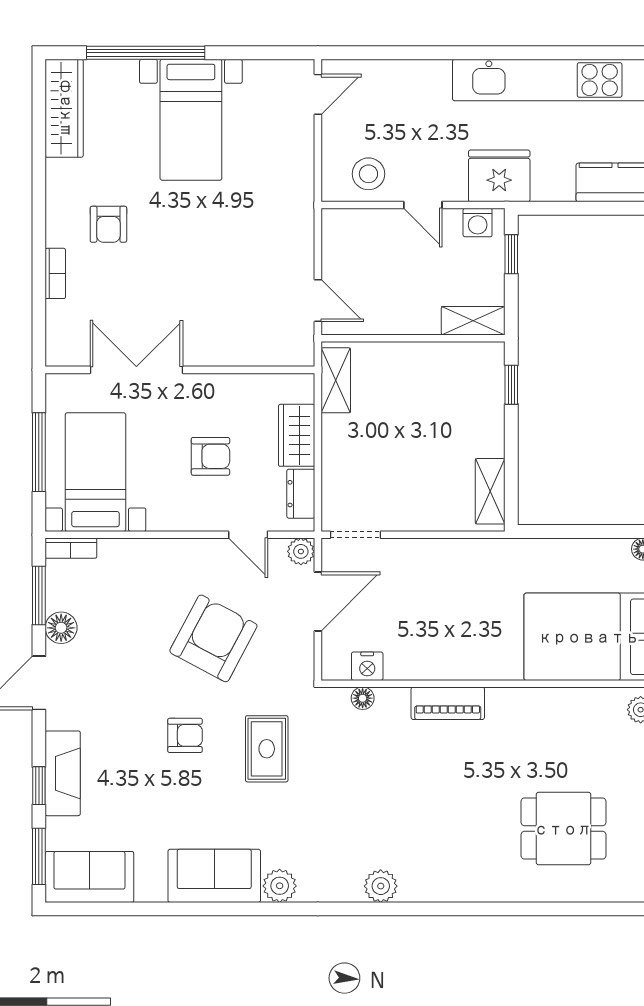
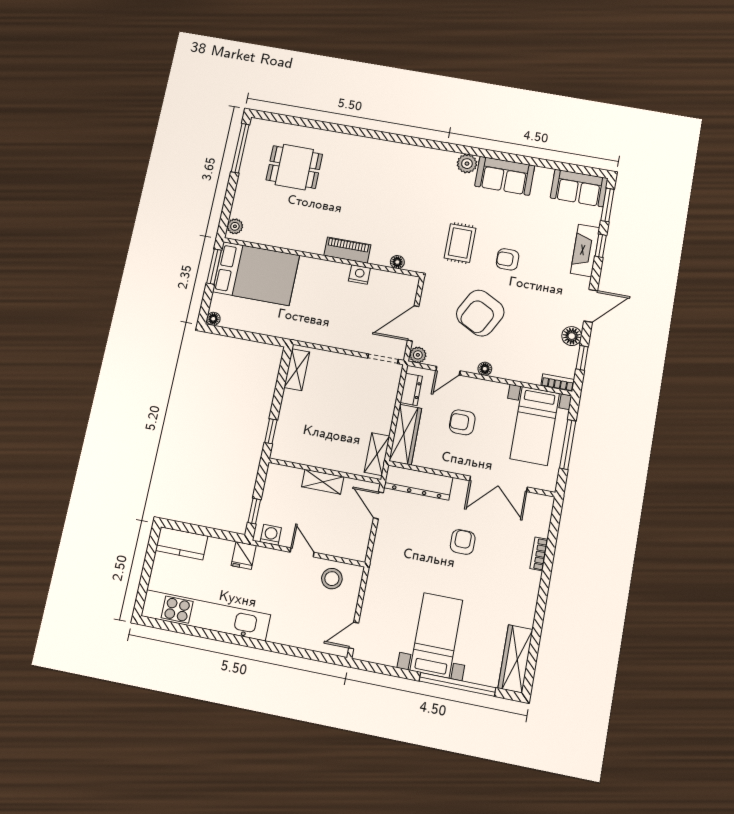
fridge: (499, 176) -> (244, 556), width x0.53, depth x0.75
armchair: (108, 224) -> (463, 542), moved
shelving: (473, 321) -> (323, 482), moved
dresser: (262, 348) -> (418, 483), added
wardrobe: (297, 435) -> (405, 435), width x1.50
door: (248, 535) -> (448, 371), swing flipped
floor lamp: (190, 549) -> (485, 369), added
window: (39, 595) -> (582, 358), width x0.67
nightstand: (367, 666) -> (359, 274), moved
plant: (381, 886) -> (408, 153), removed

